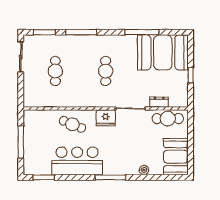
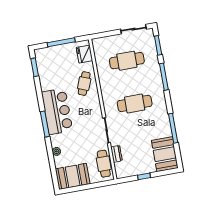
booth: (163, 52) -> (165, 154), width x0.73, depth x0.70
cafe table: (55, 71) -> (127, 61), width x1.37, depth x1.35
cafe table: (106, 71) -> (135, 103), width x1.37, depth x1.35
fridge: (106, 118) -> (85, 54), moved
bar counter: (77, 161) -> (57, 111), moved

